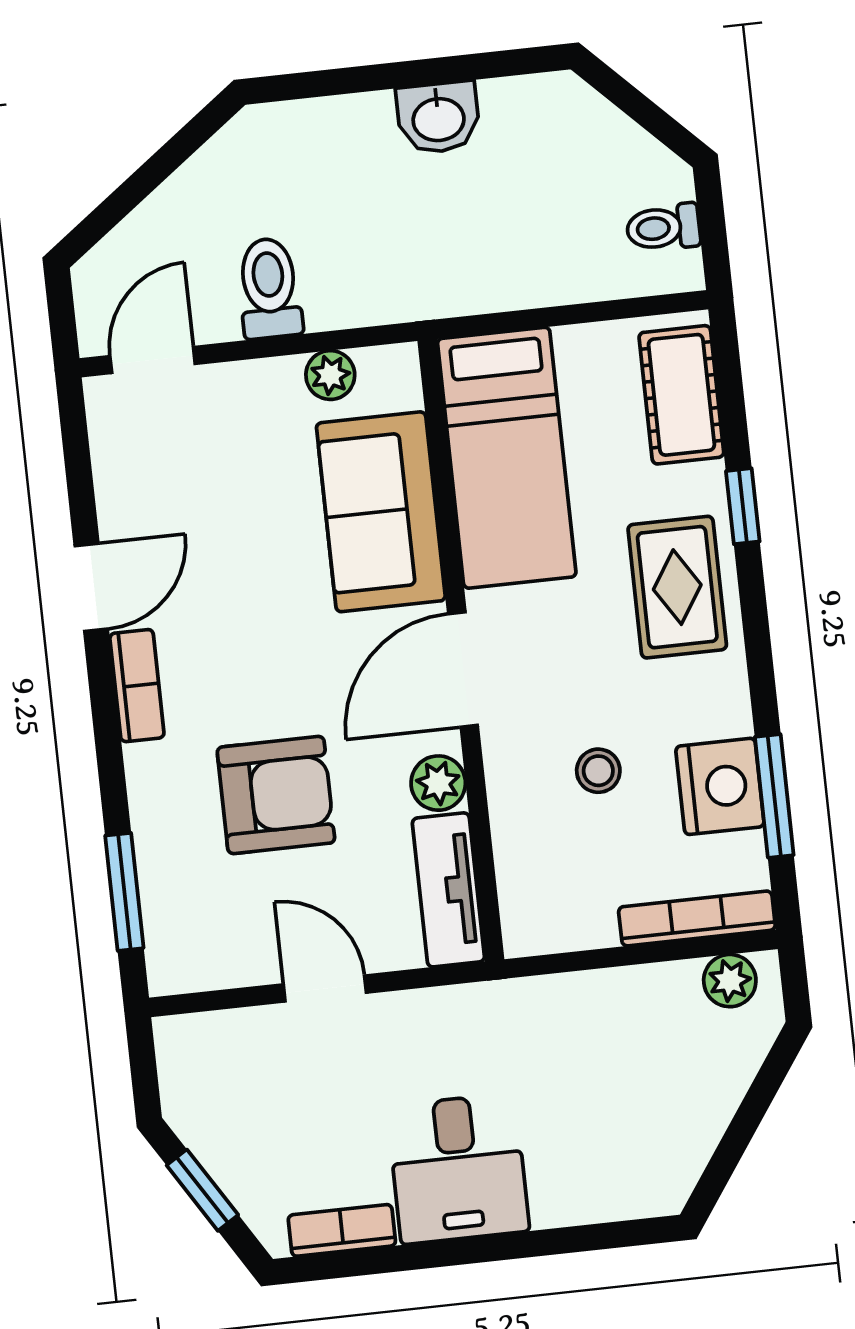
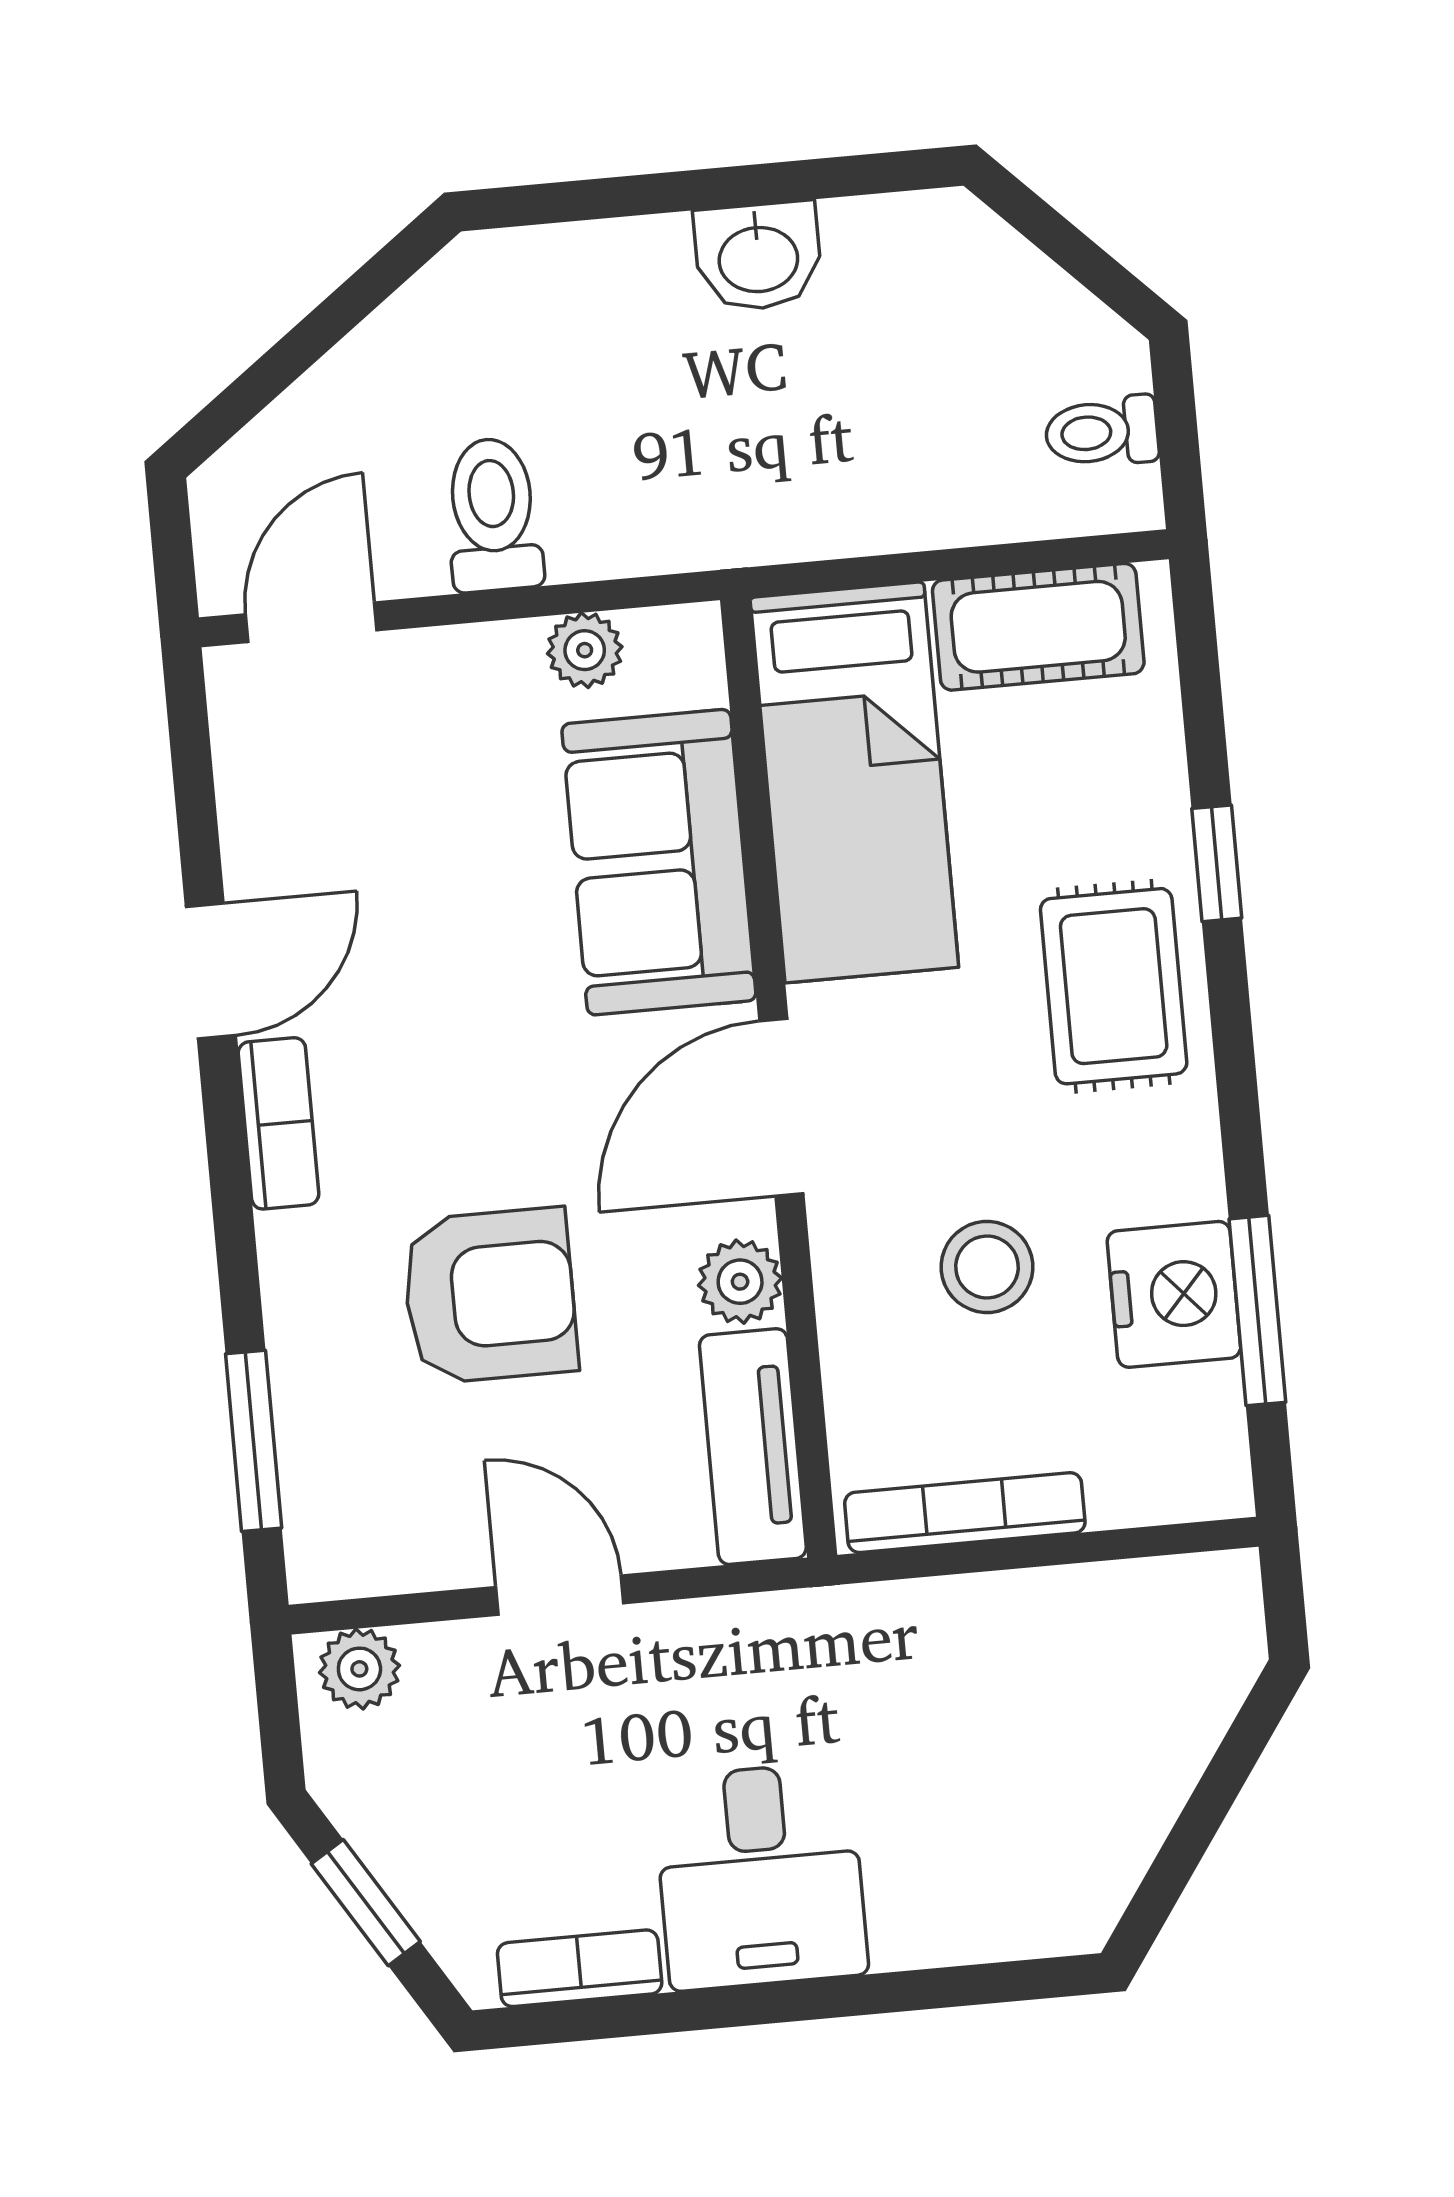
cot: (681, 395) -> (1038, 627), moved, turned 90
stool: (598, 771) -> (987, 1267), width x1.37, depth x1.37
bookcase: (697, 918) -> (965, 1513), moved
plant: (730, 981) -> (359, 1669), moved

